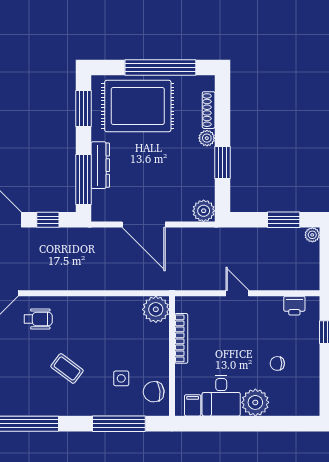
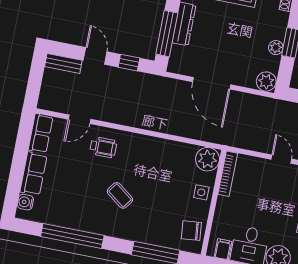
plant: (207, 138) -> (276, 48), moved
bookcase: (181, 338) -> (228, 174), moved
side table: (121, 378) -> (201, 192), moved

